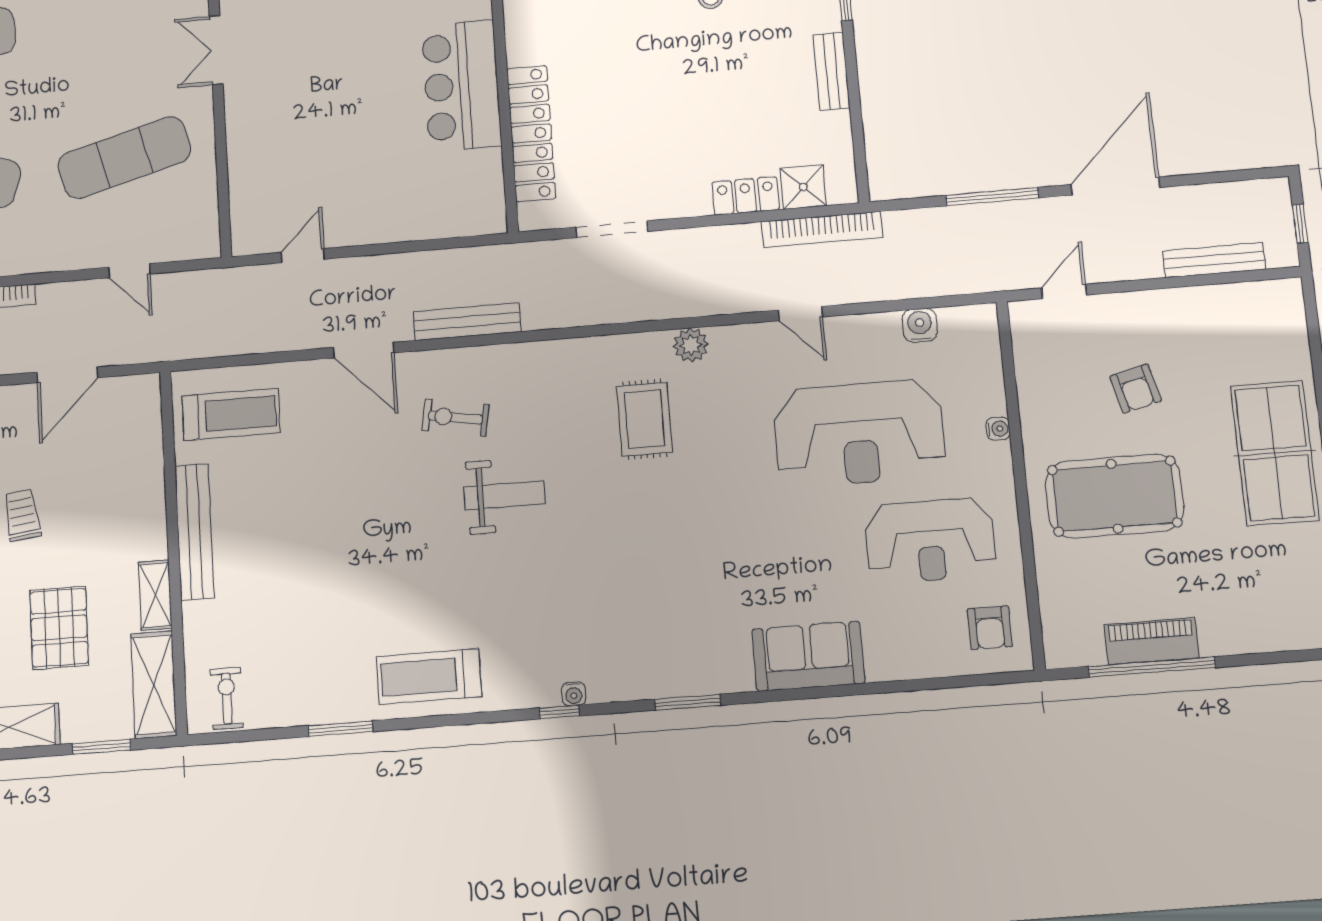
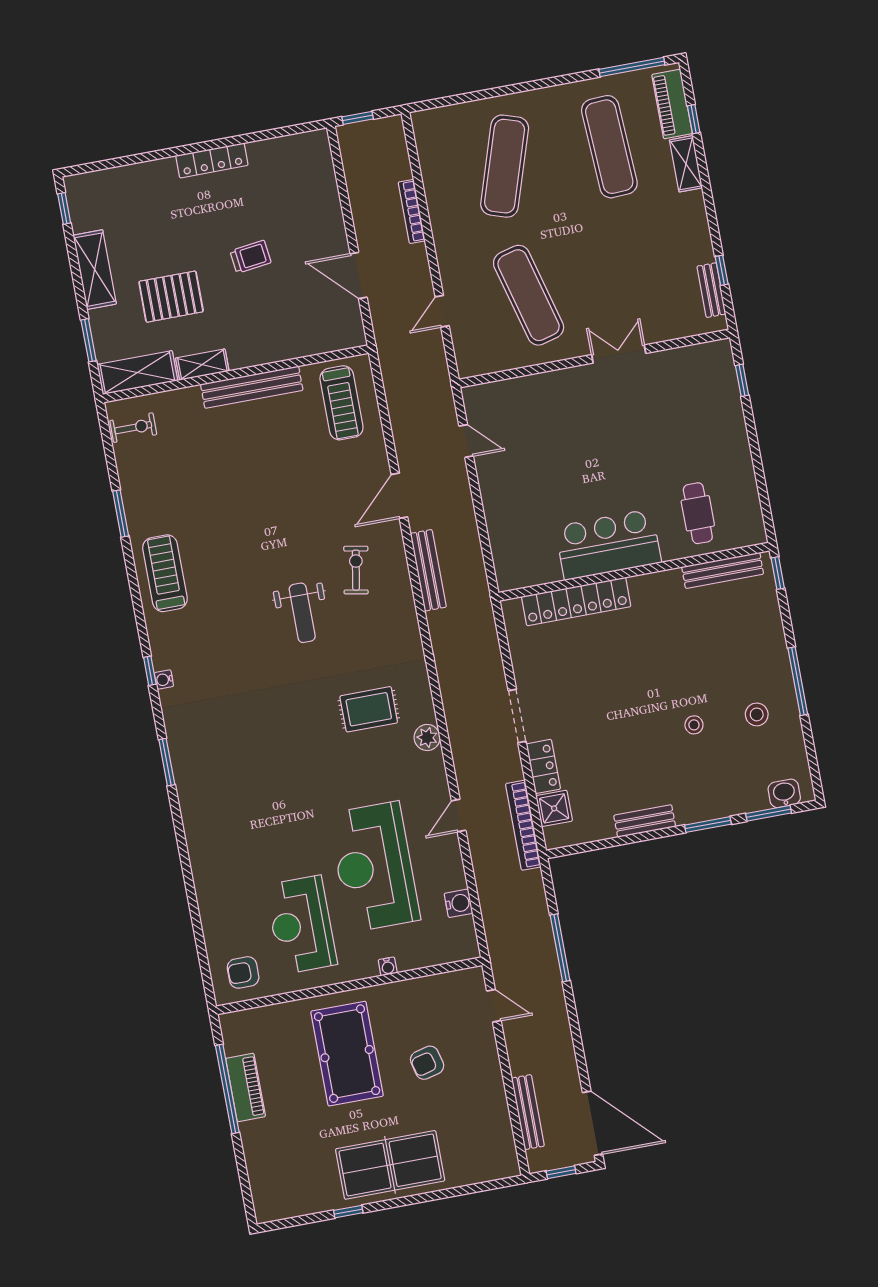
door: (1115, 186) -> (593, 1123), moved
doorway: (612, 229) -> (517, 716), moved
sofa: (808, 656) -> (209, 845), removed

